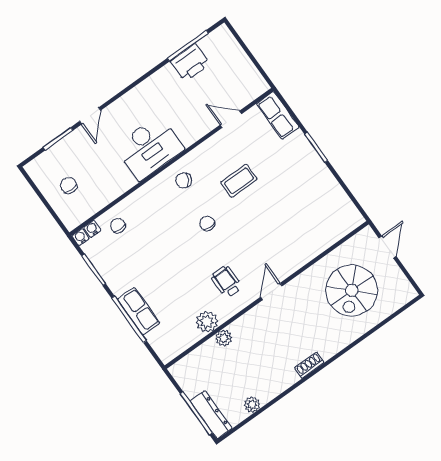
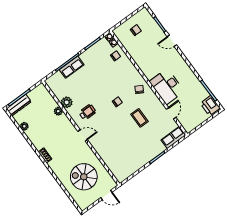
printer: (190, 63) -> (210, 106), moved
desk: (149, 148) -> (167, 86), moved

